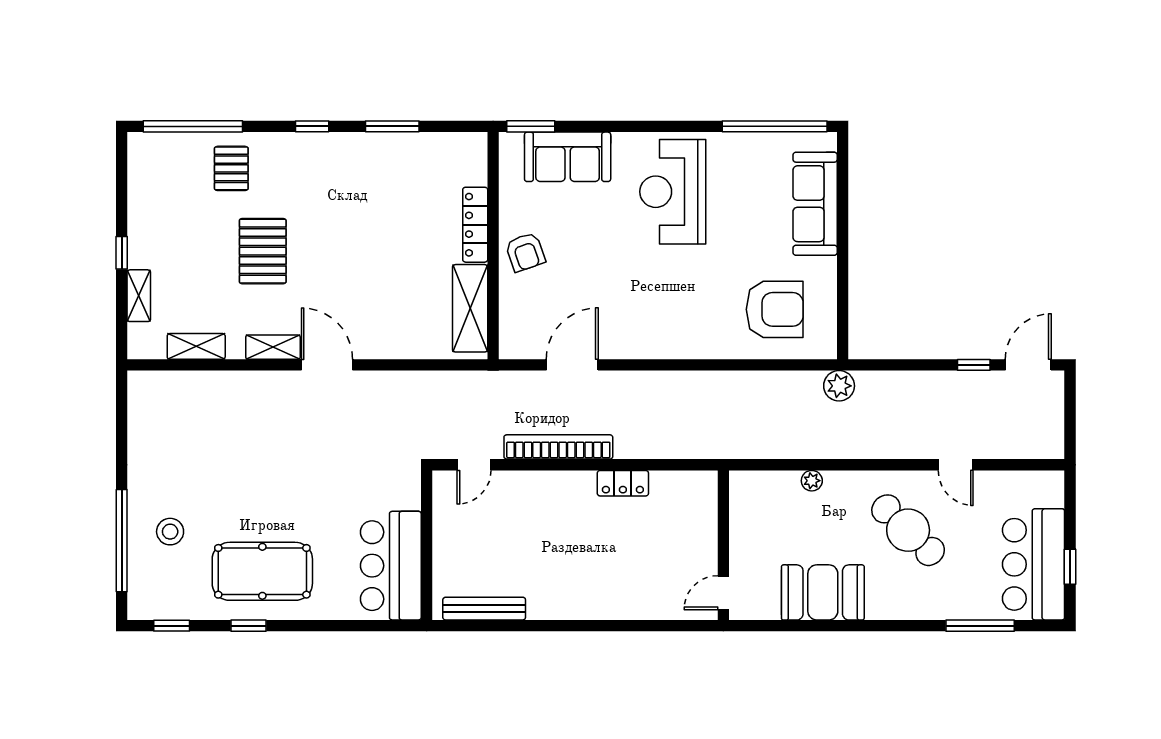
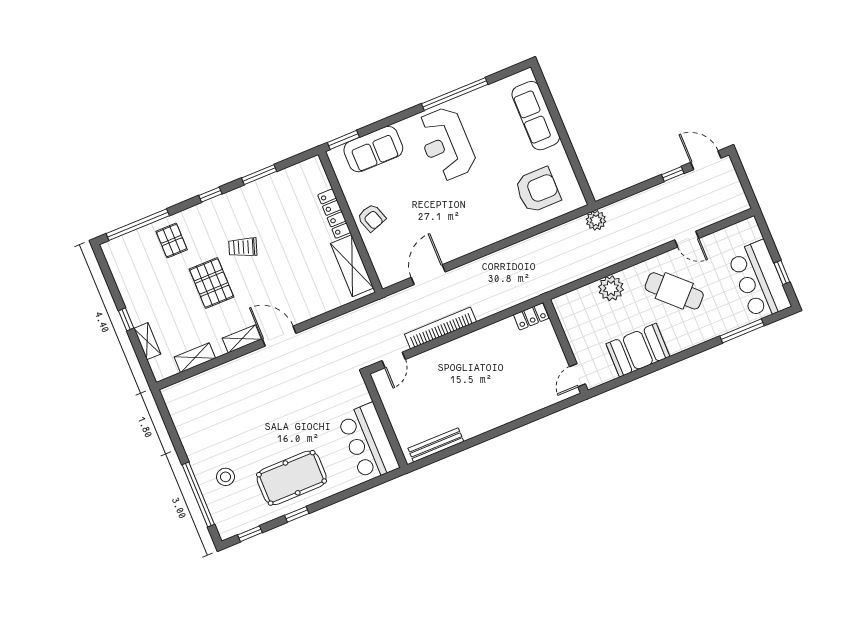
window: (775, 126) -> (455, 94), moved
trolley: (327, 219) -> (243, 247), added
door: (1028, 365) -> (706, 160), hinge flipped
plant: (812, 481) -> (611, 288), width x1.88, depth x1.88
locker: (623, 483) -> (531, 316), moved

